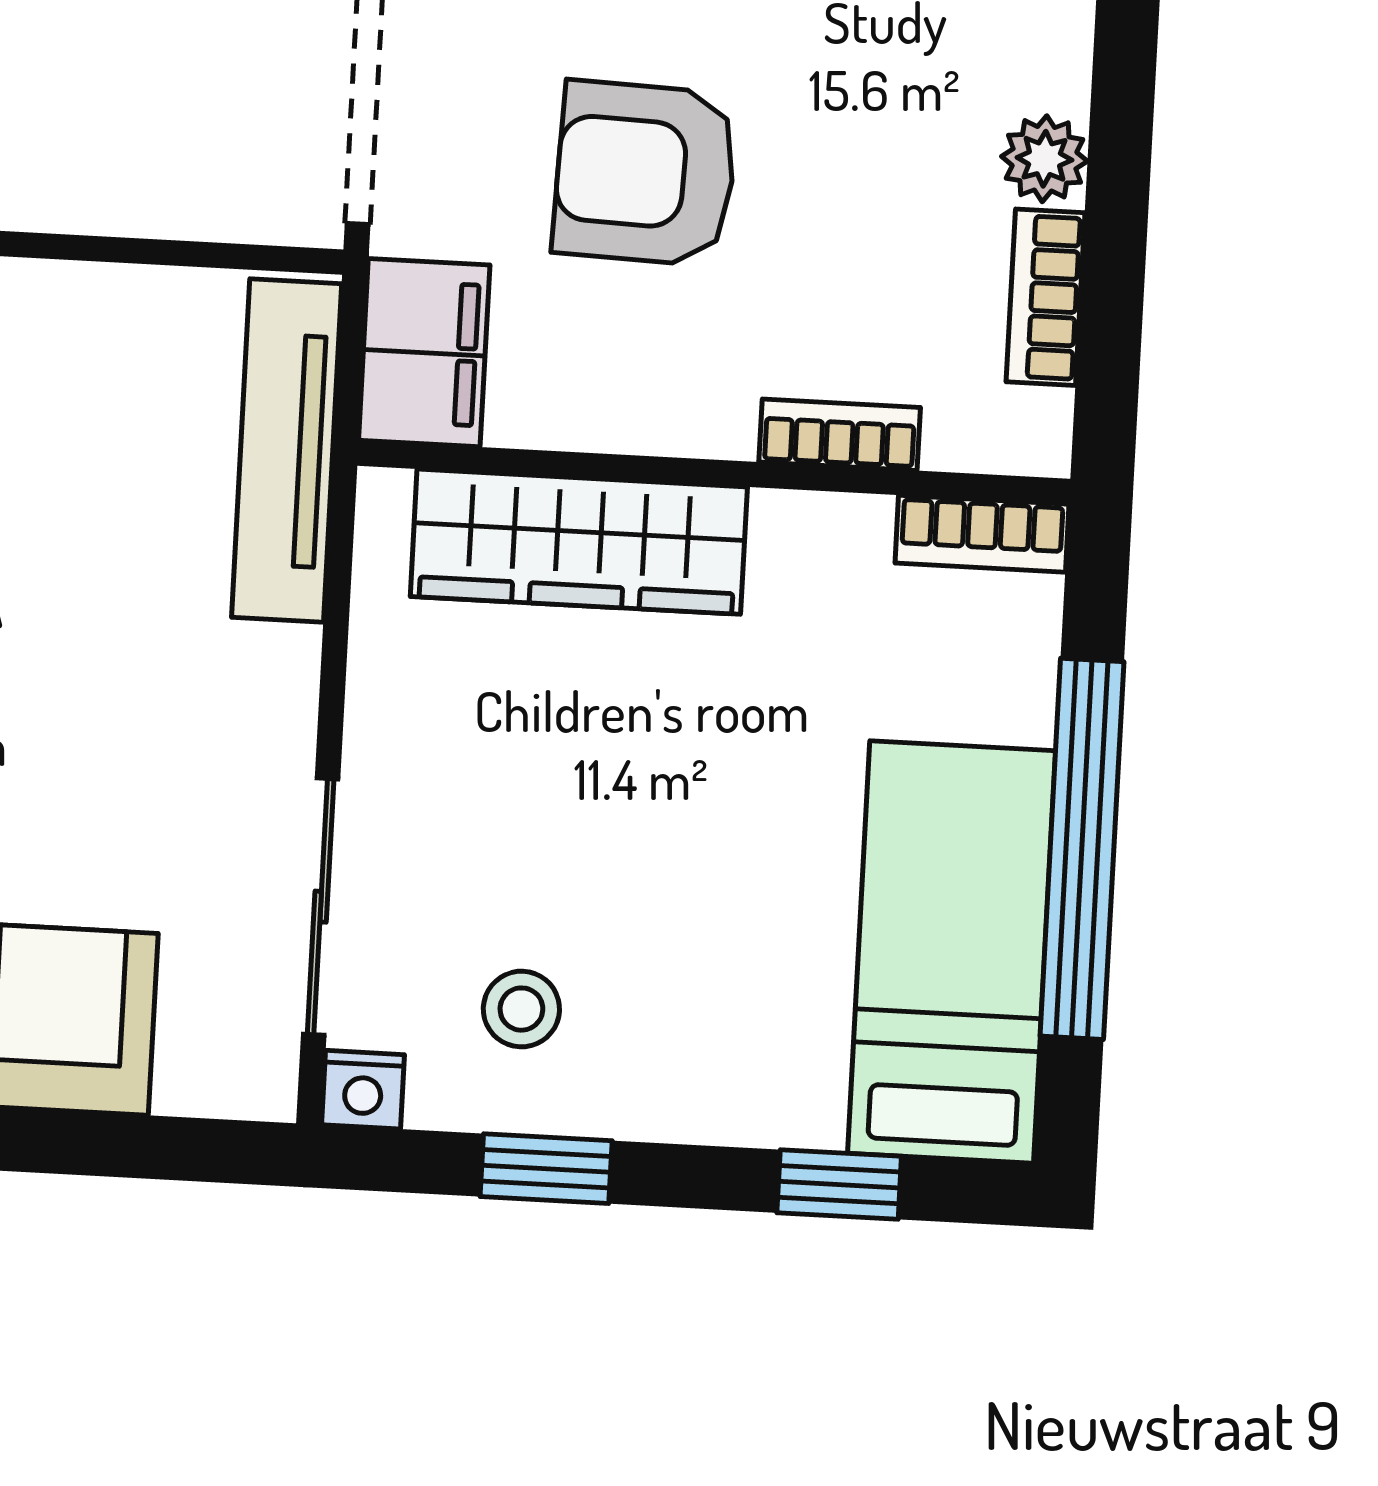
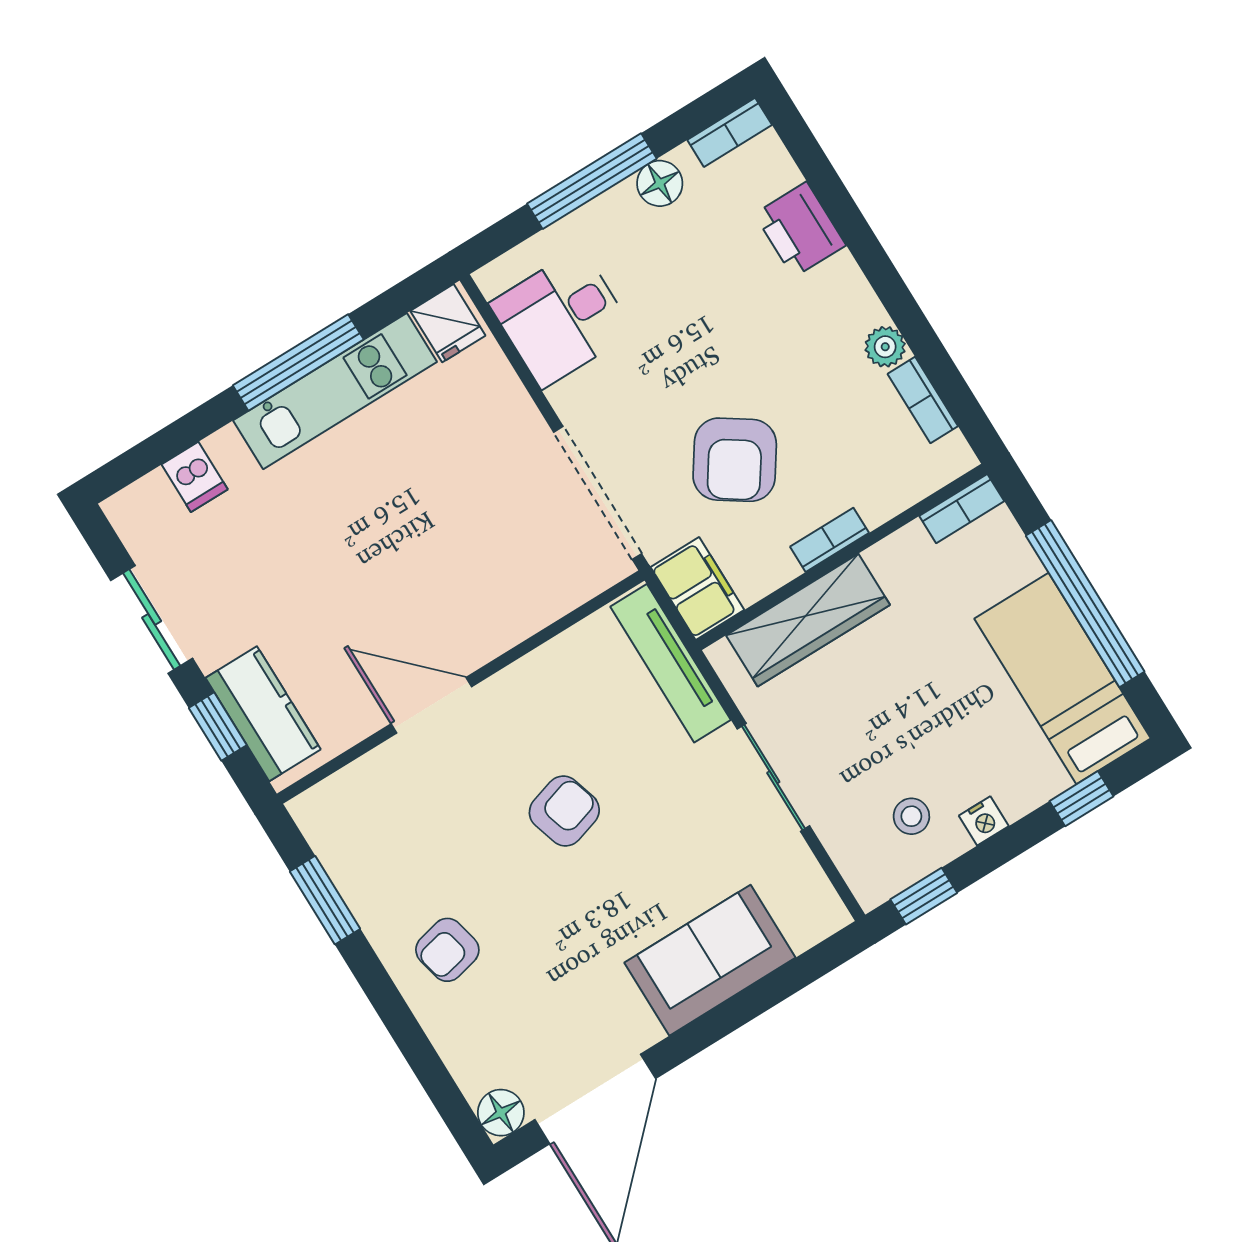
armchair: (645, 173) -> (735, 460), turned -58
bookcase: (840, 435) -> (830, 540), moved
sliding door: (321, 907) -> (773, 777), moved
nightstand: (363, 1090) -> (984, 821), moved
window: (546, 1169) -> (924, 896), moved

